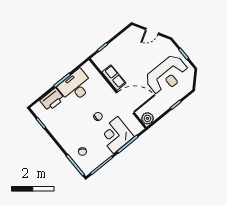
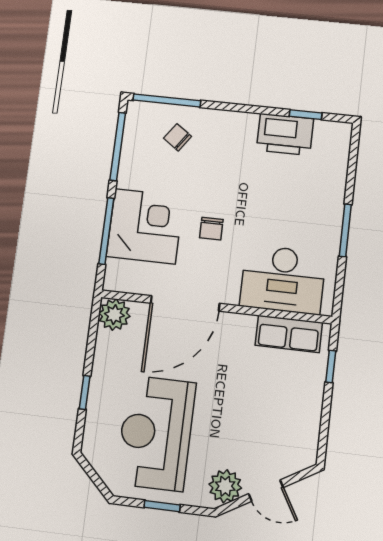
door: (152, 31) -> (266, 491), swing flipped
plant: (162, 43) -> (225, 486), added
row of seats: (114, 78) -> (289, 334), moved
desk: (76, 86) -> (283, 279), moved, turned 90
printer: (52, 99) -> (285, 134), moved, turned -90

